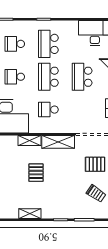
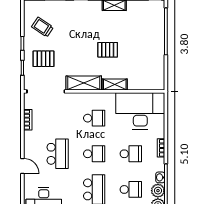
school desk: (48, 77) -> (94, 154), width x0.54
pallet: (36, 173) -> (108, 50), turned 90

